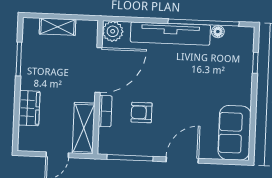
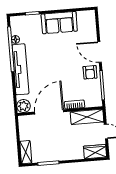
shelving: (58, 27) -> (26, 152), moved
door: (98, 70) -> (49, 112), hinge flipped
wardrobe: (29, 108) -> (95, 152), moved
armchair: (141, 112) -> (90, 72), moved
sofa: (234, 133) -> (59, 23), moved

